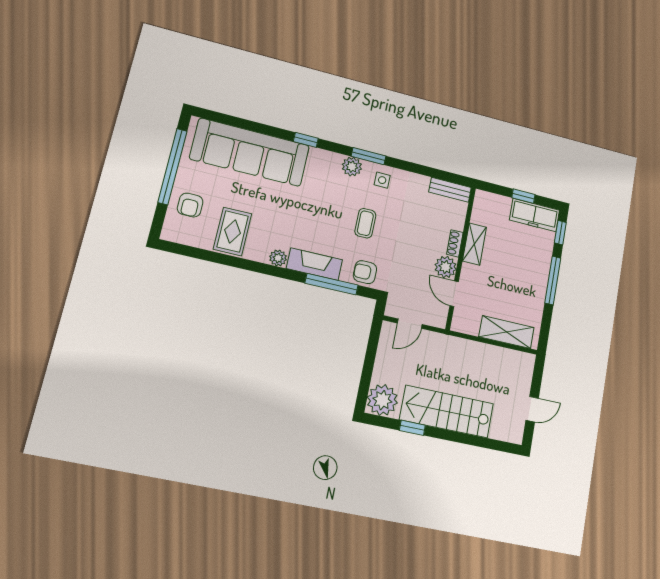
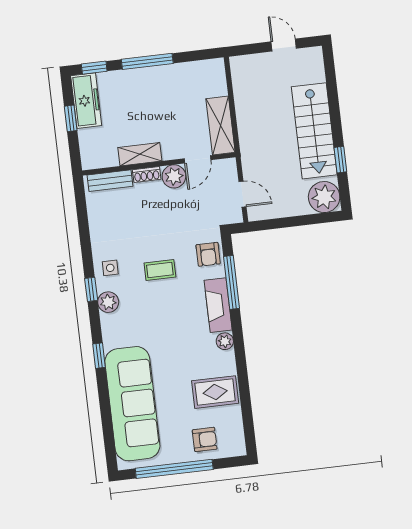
window: (369, 156) -> (91, 289), width x0.67
bench: (450, 190) -> (110, 181), moved, turned 90
shelving: (507, 332) -> (220, 125), moved

